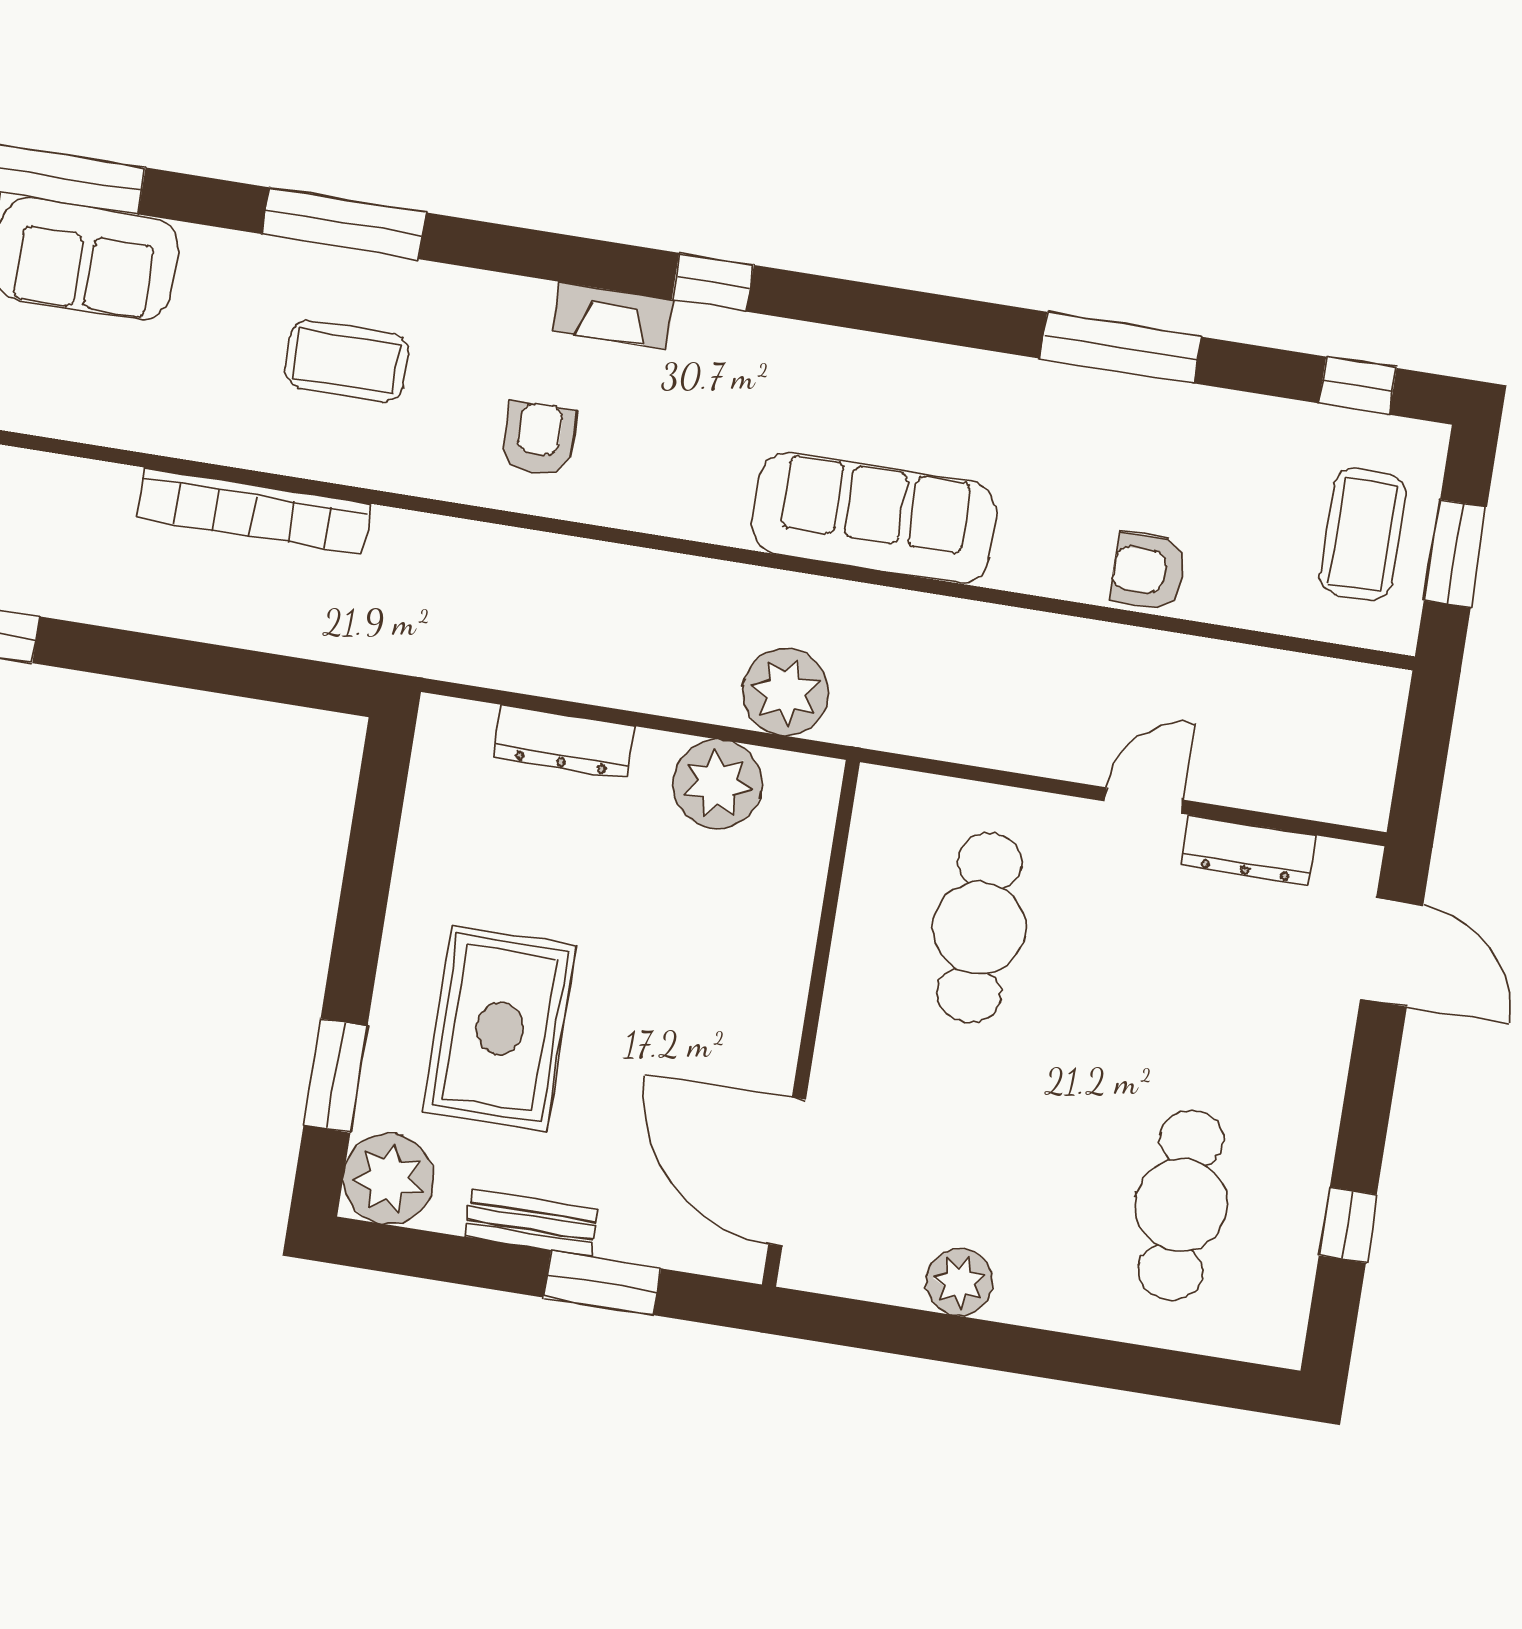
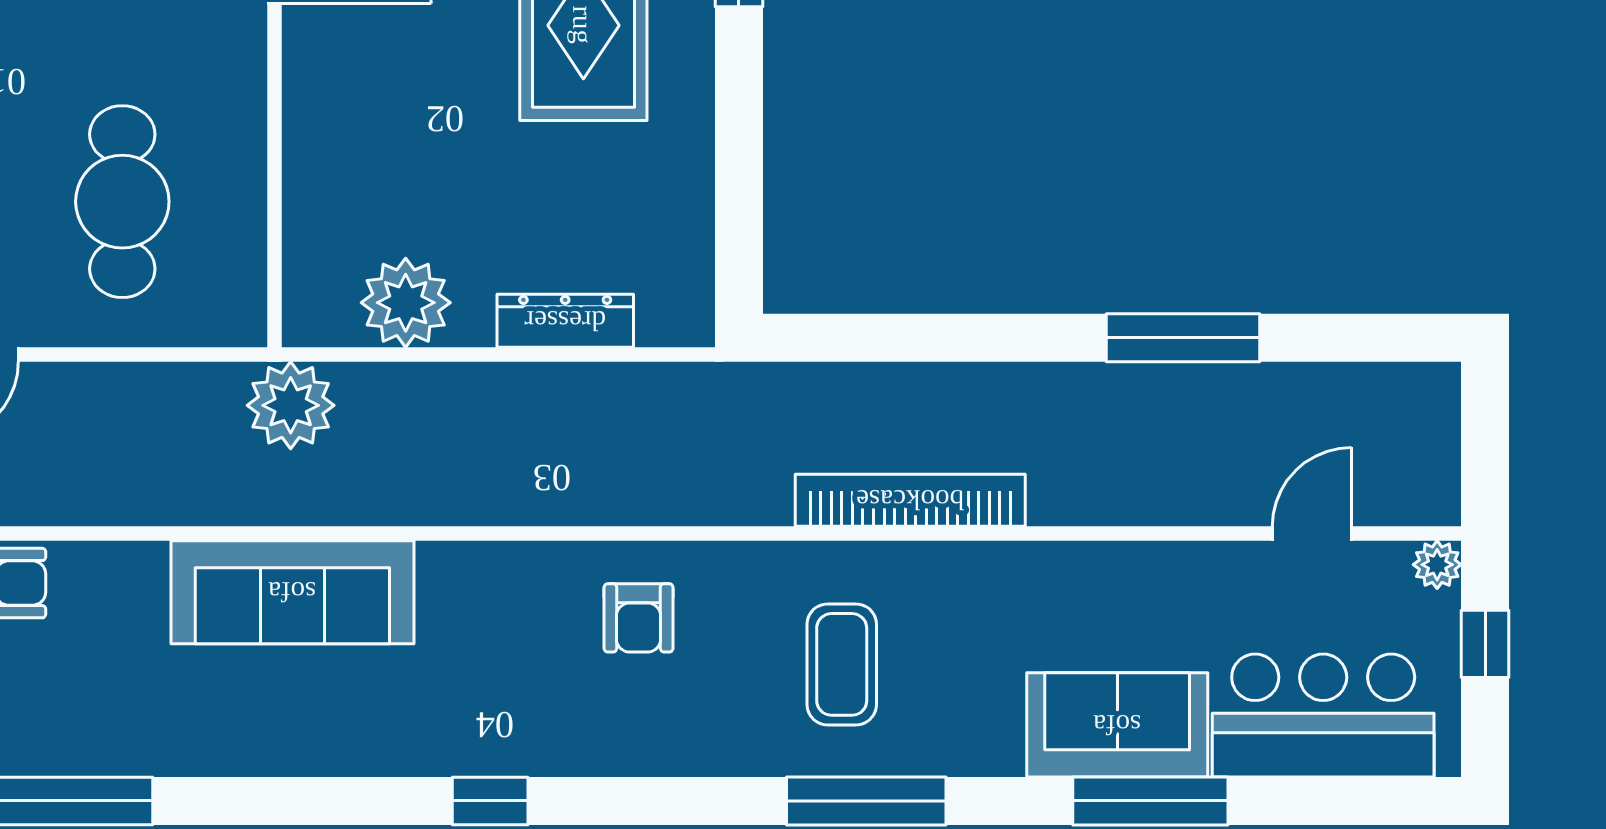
fireplace: (613, 315) -> (584, 752), removed
coffee table: (347, 361) -> (842, 664), turned 90
plant: (785, 692) -> (291, 405), moved

